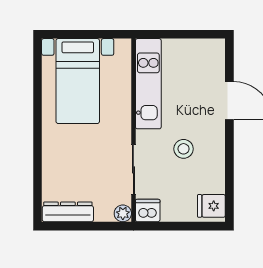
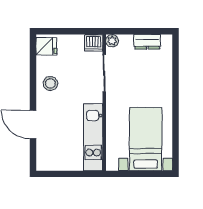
stool: (184, 149) -> (50, 83), moved
dresser: (68, 212) -> (147, 42), width x0.70

